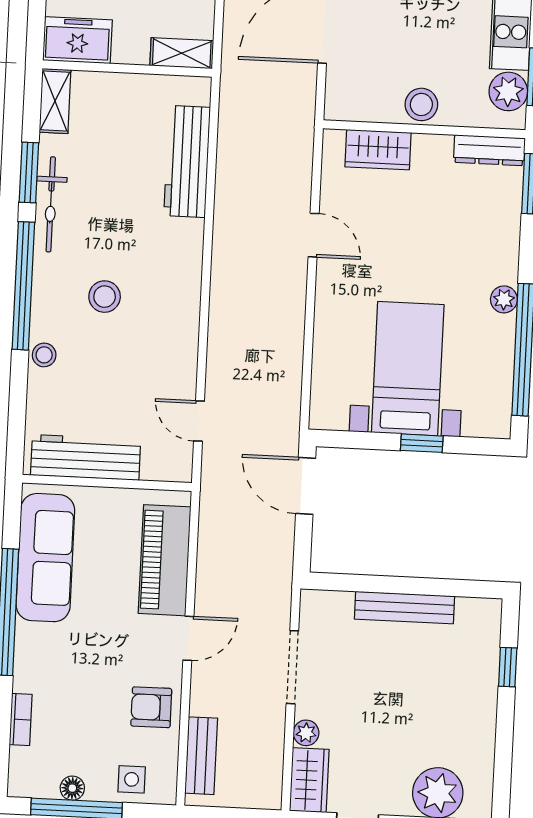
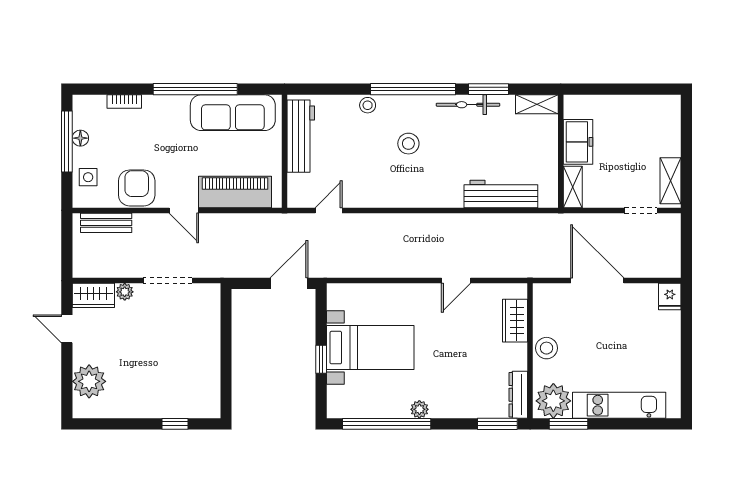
freezer: (77, 40) -> (578, 142), moved
plant: (508, 91) -> (553, 401), width x1.36, depth x1.36
bench: (404, 608) -> (211, 353), removed
armchair: (151, 707) -> (137, 188), width x1.38, depth x1.38

